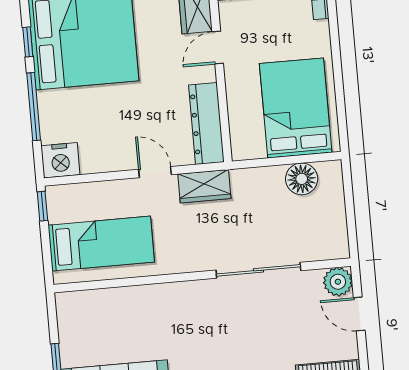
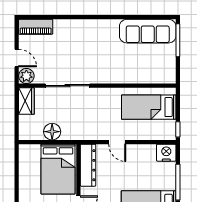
bed: (296, 108) -> (58, 169), moved
floor lamp: (302, 179) -> (52, 132), moved
wardrobe: (204, 186) -> (26, 101), moved, turned 90

